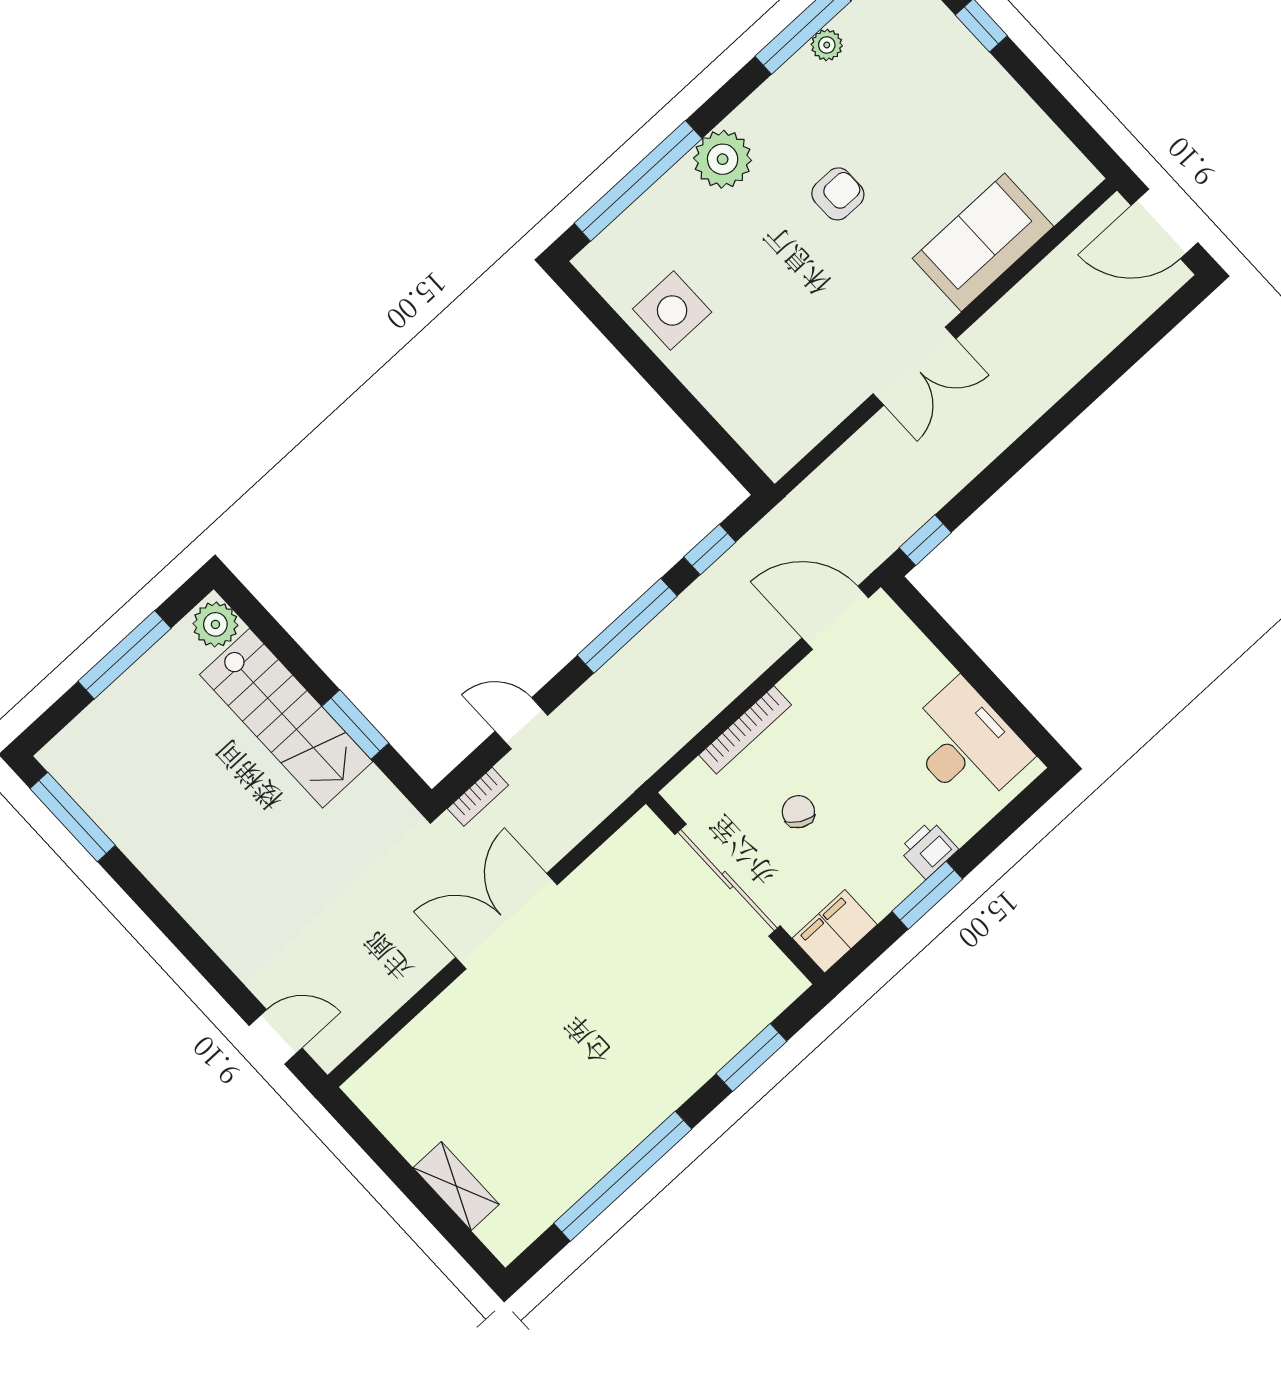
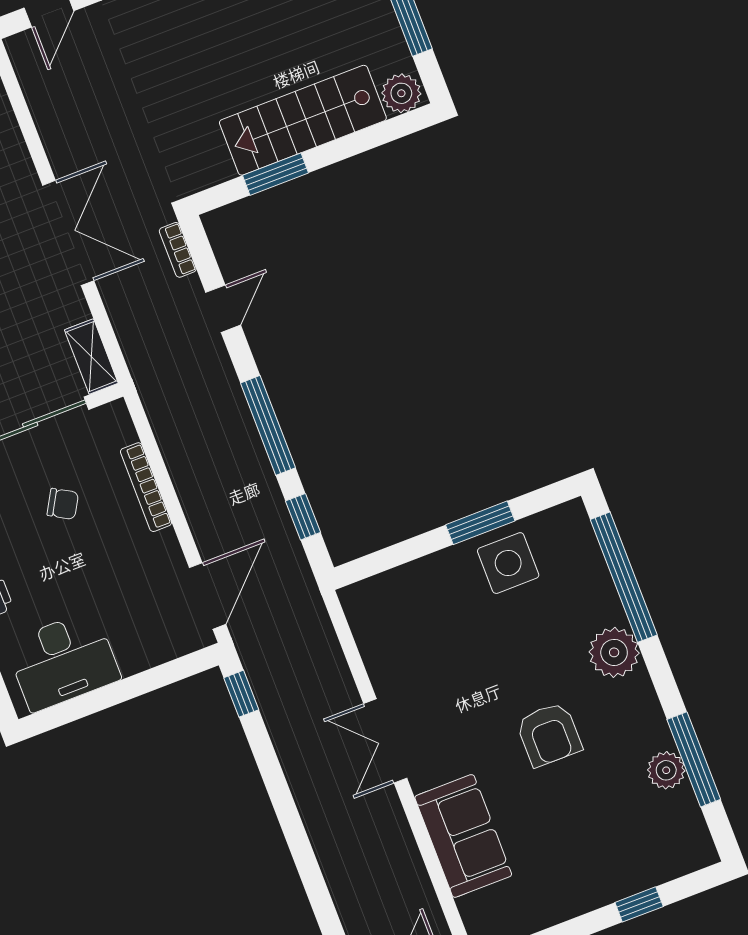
plant: (827, 45) -> (666, 770), width x1.38, depth x1.38
armchair: (838, 194) -> (549, 734), width x1.38, depth x1.38
window: (641, 357) -> (480, 523), added
shelving: (629, 844) -> (91, 357), added

